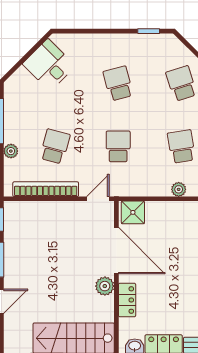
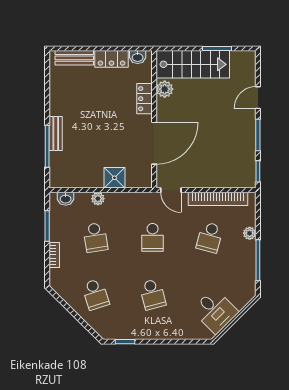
door: (98, 199) -> (171, 190), hinge flipped
shower: (133, 212) -> (114, 178), moved
door: (116, 251) -> (154, 143), swing flipped
plant: (105, 286) -> (165, 89), moved

